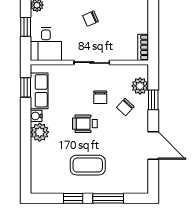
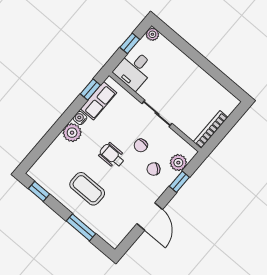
chair: (90, 19) -> (184, 79), removed
bookcase: (143, 47) -> (211, 130), width x1.56
window: (73, 198) -> (39, 191), moved

